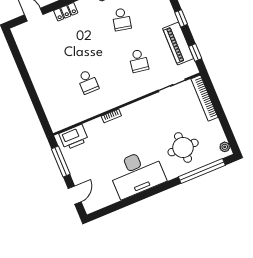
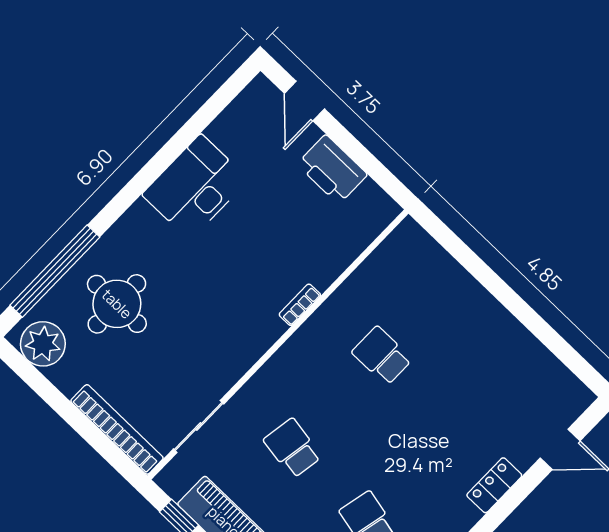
printer: (74, 137) -> (332, 169), moved, turned -90
plant: (225, 147) -> (43, 344), width x1.87, depth x1.87
window: (61, 161) -> (366, 160), removed
desk: (137, 173) -> (195, 187), width x0.73, depth x0.77

